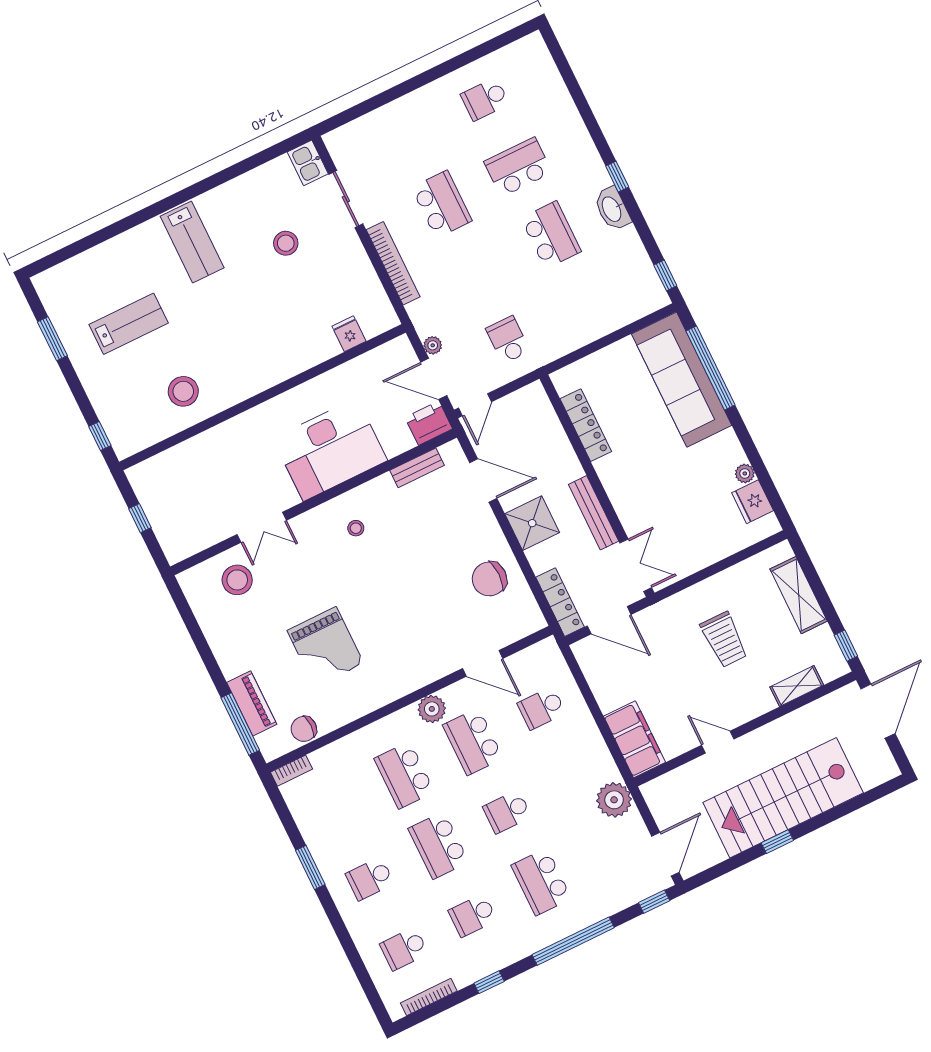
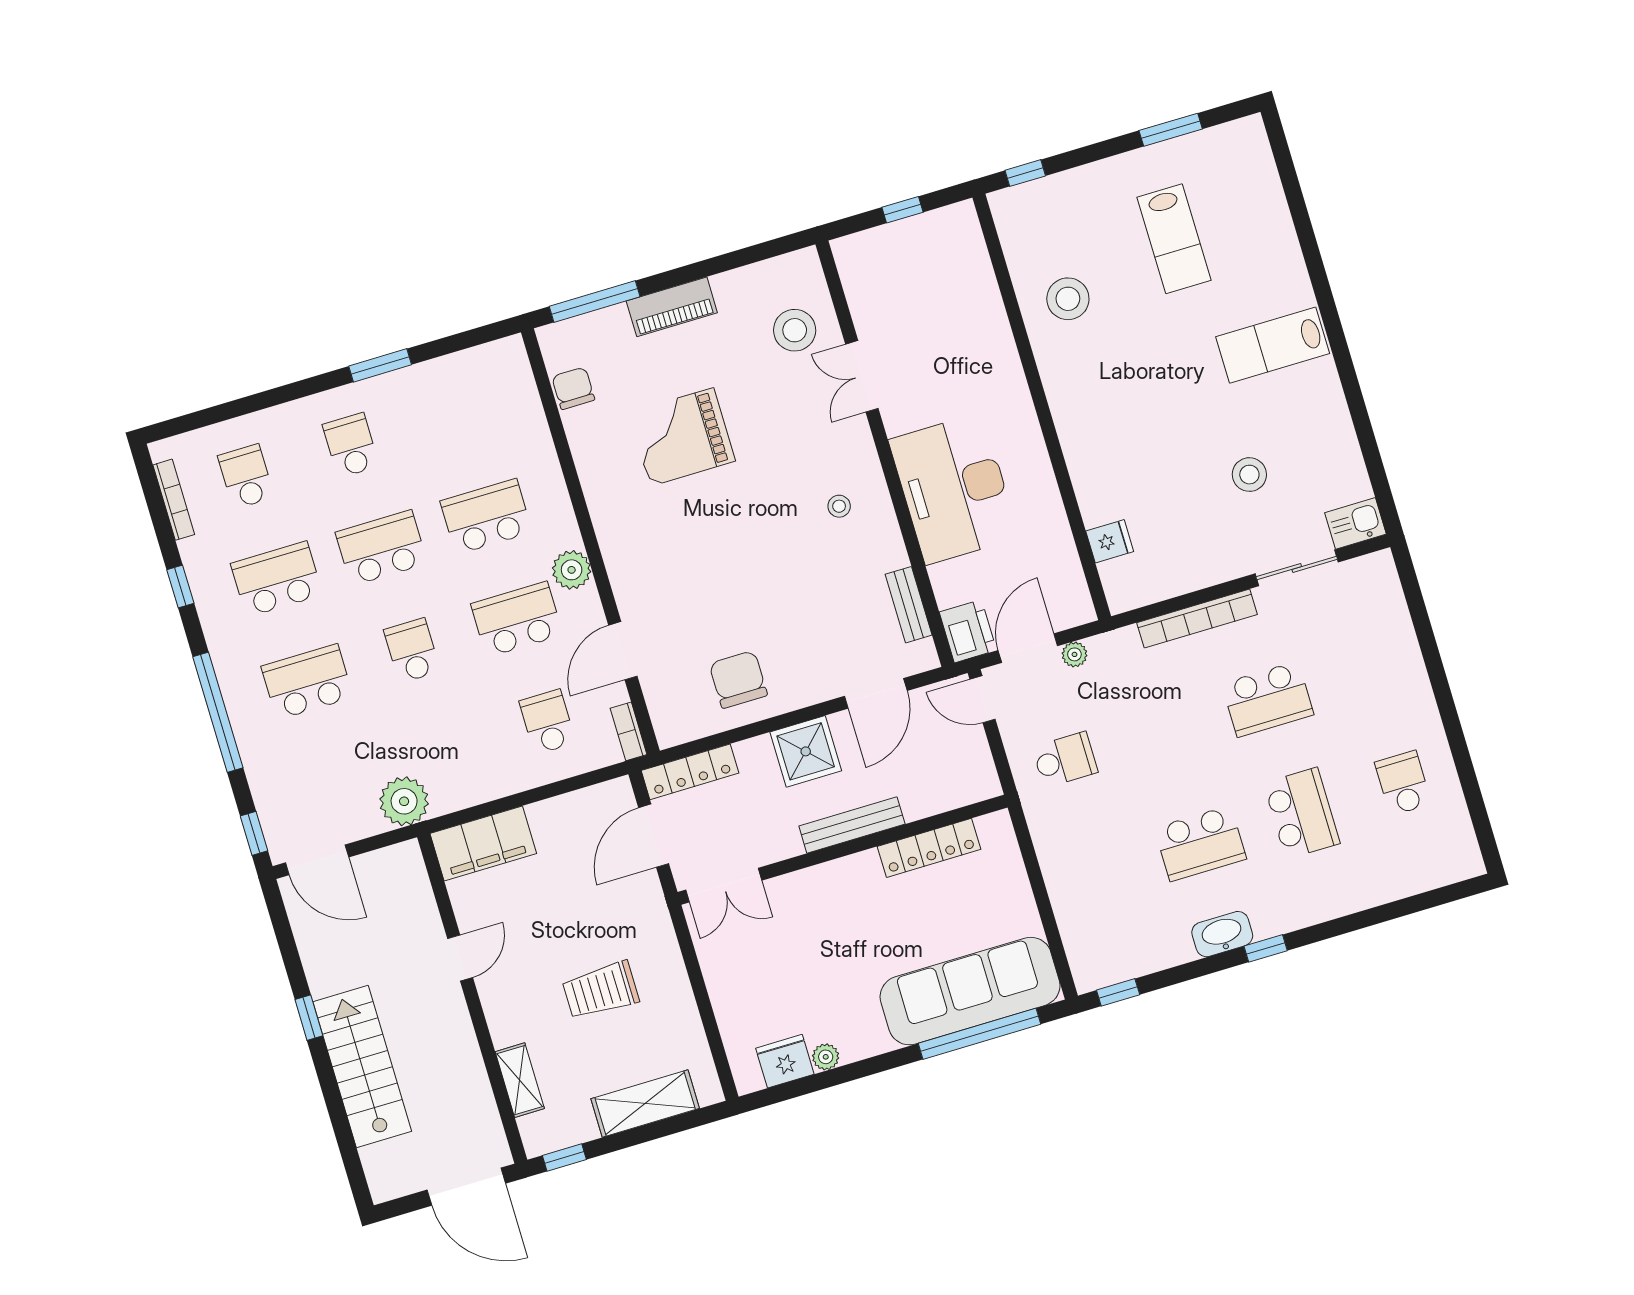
bench: (594, 513) -> (852, 825), moved
piano: (252, 703) -> (672, 307), moved
bookcase: (291, 771) -> (629, 731), moved
stairs: (783, 798) -> (362, 1067), width x0.73, depth x0.66
school desk: (473, 915) -> (277, 579), width x1.85

